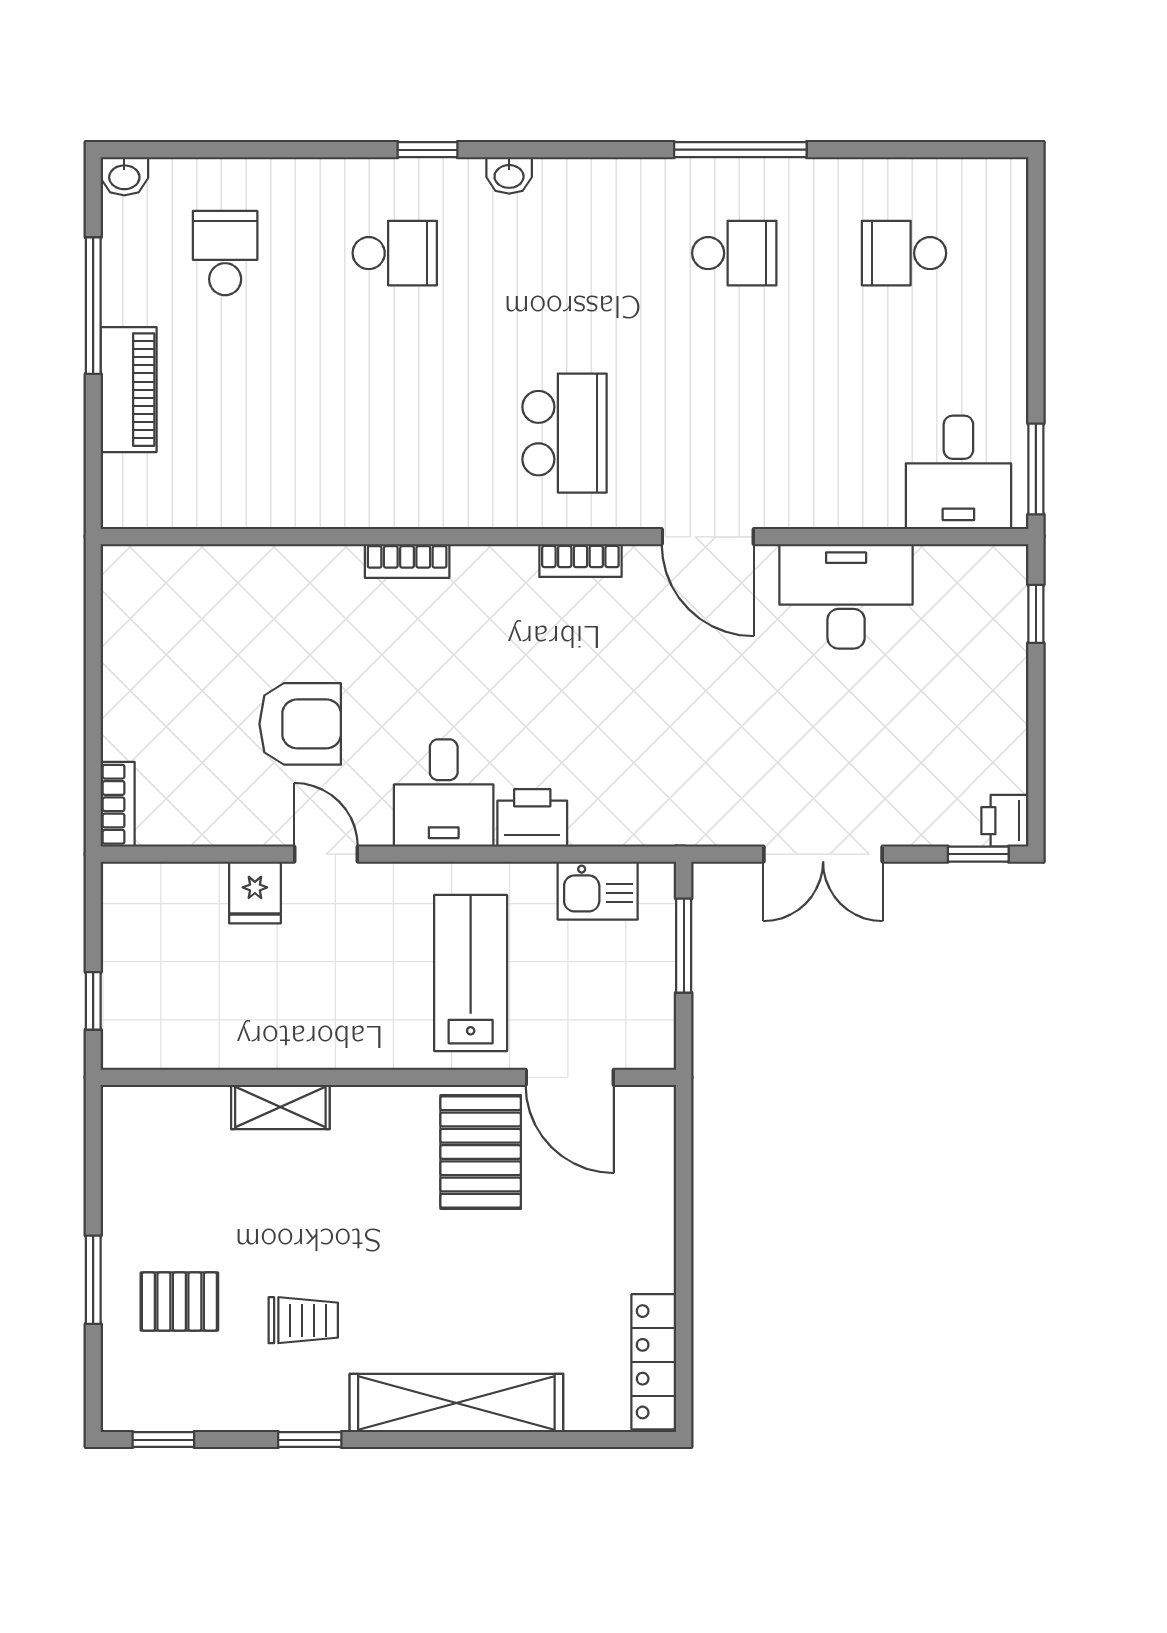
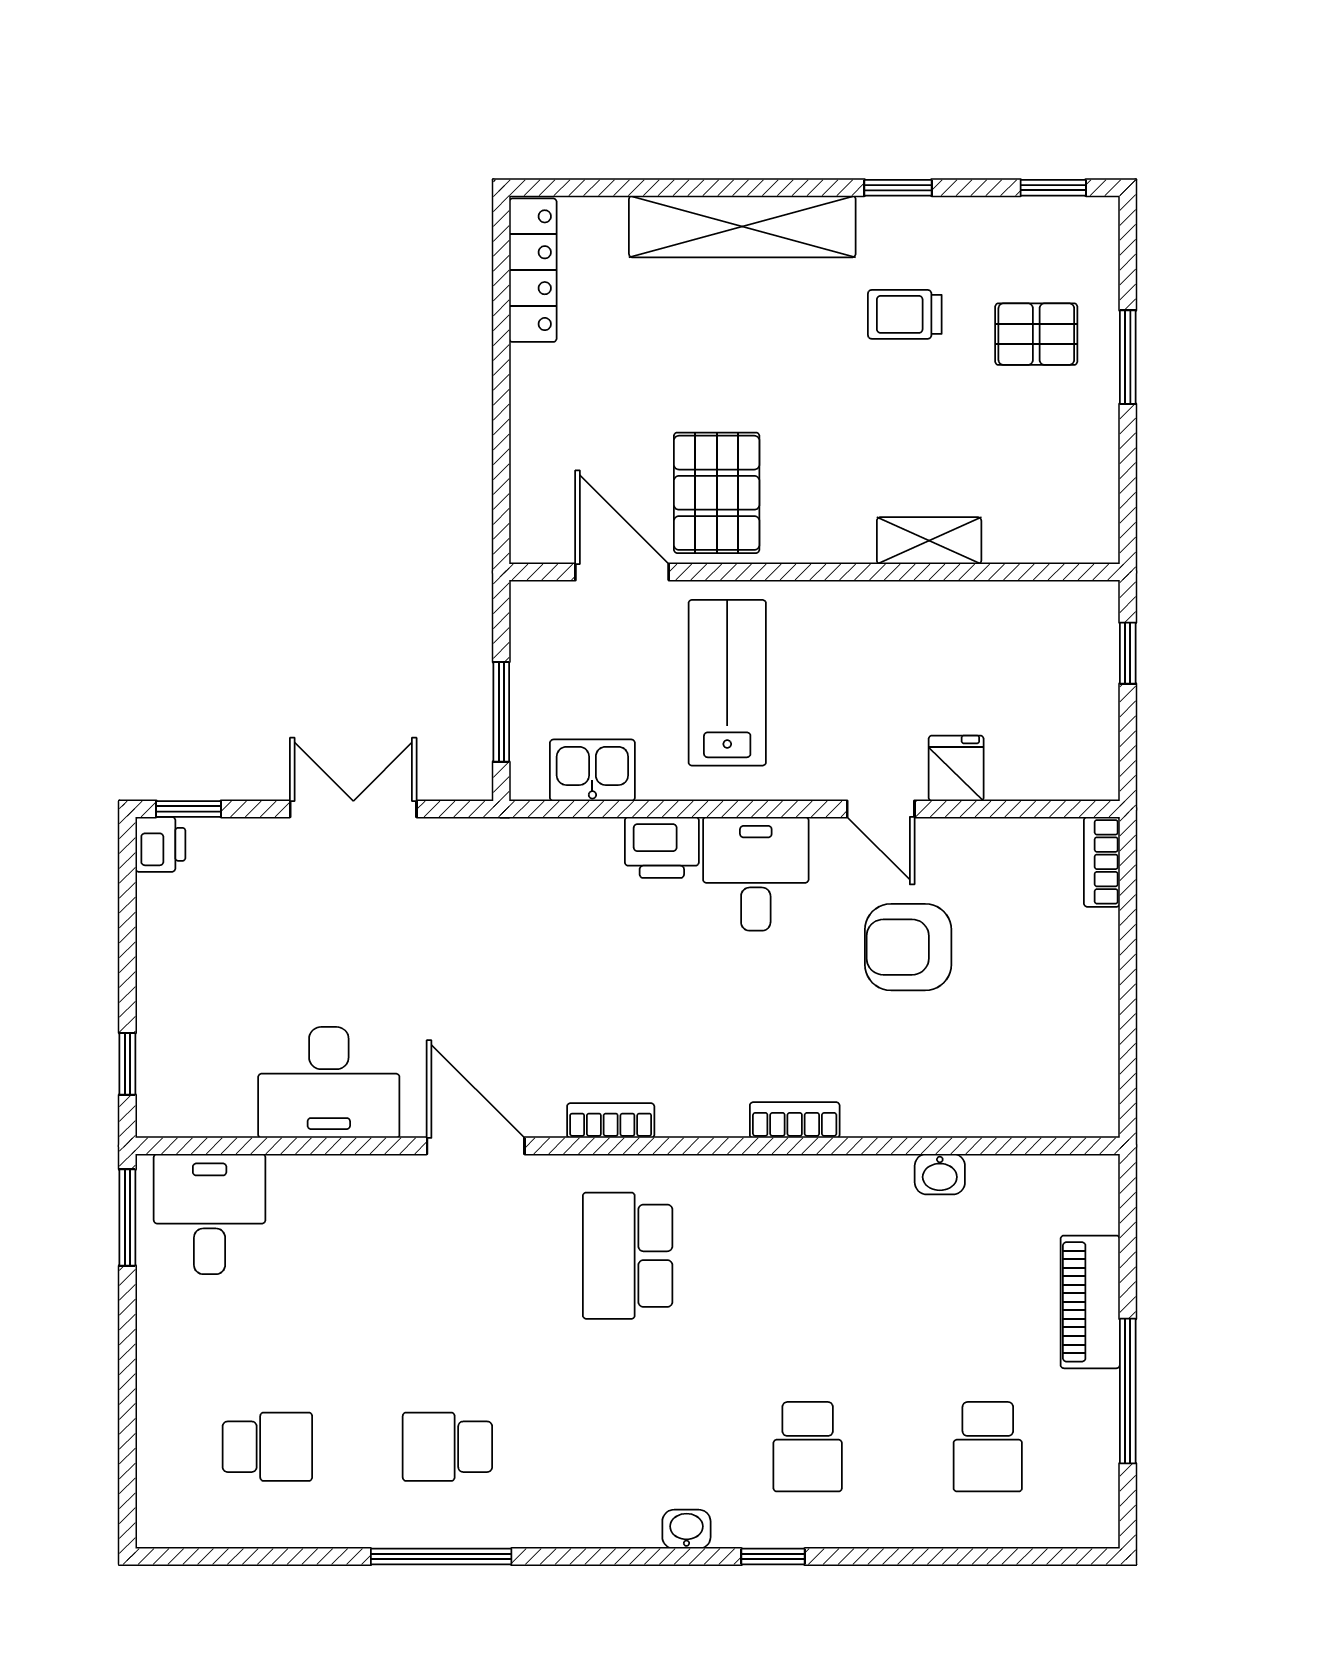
washbasin: (124, 176) -> (940, 1174), moved, turned 180
school desk: (395, 253) -> (808, 1447), turned -90
lab bench: (471, 973) -> (727, 683), turned 180

